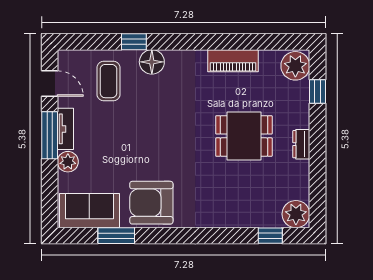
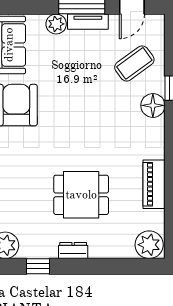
coffee table: (108, 81) -> (134, 63), turned -36
window: (318, 91) -> (38, 266), moved
dining table: (244, 136) -> (81, 195), turned 90

